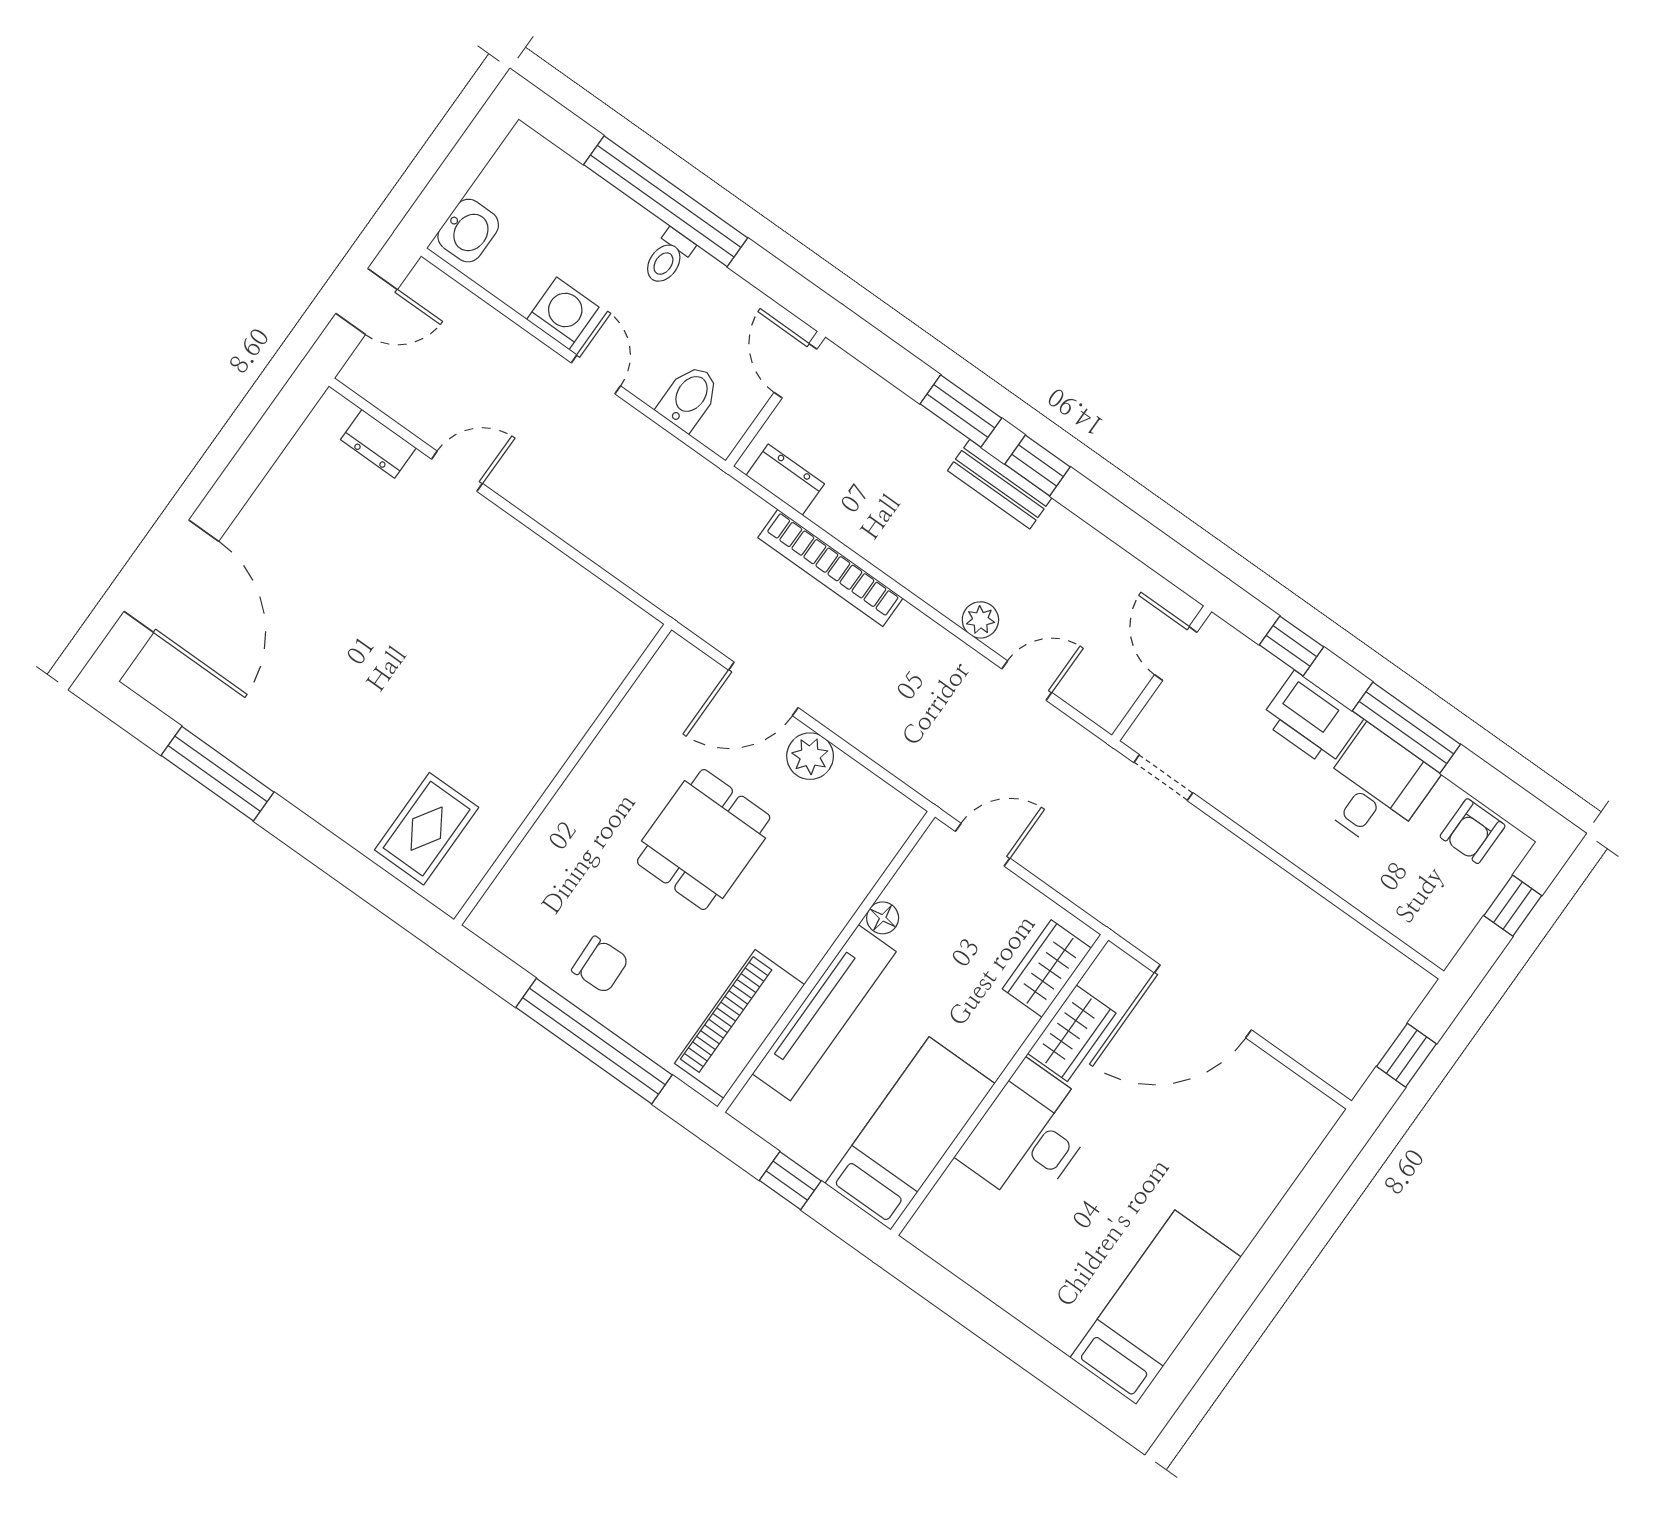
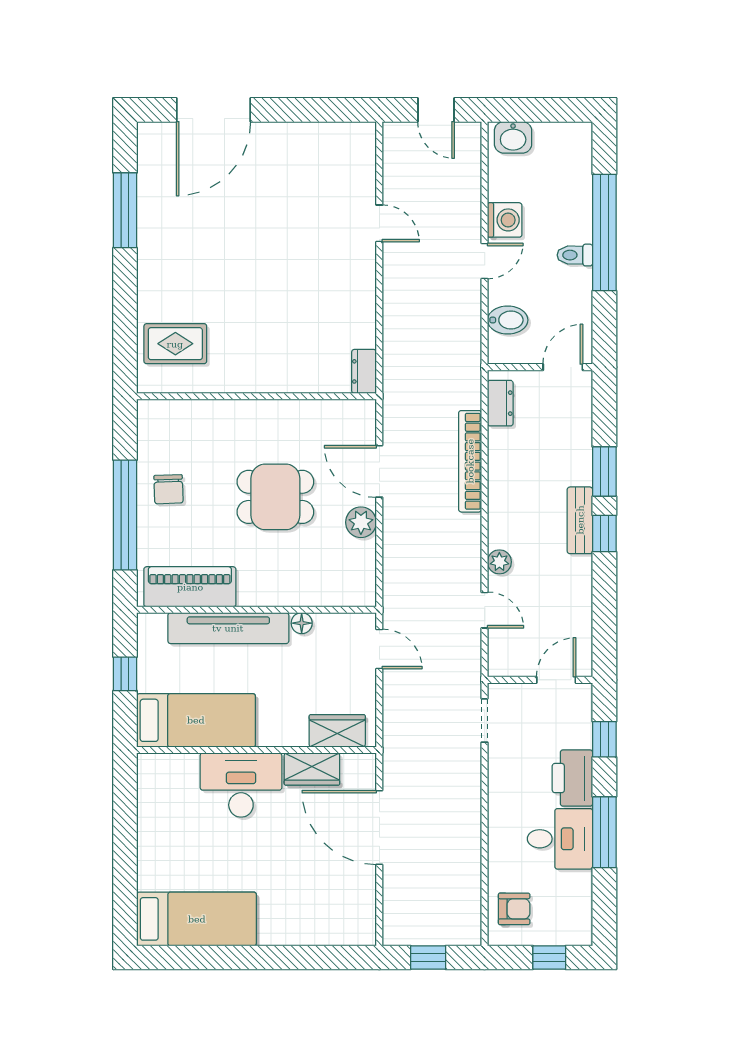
dresser: (378, 444) -> (364, 371), moved
armchair: (1473, 831) -> (514, 909), moved, turned 180

